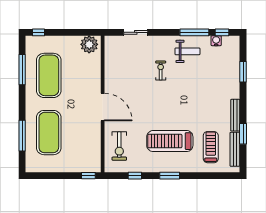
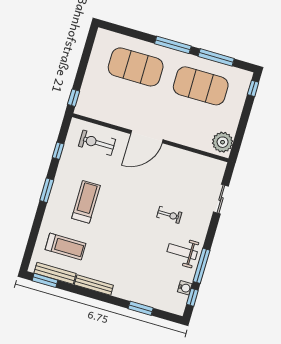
weight bench: (187, 51) -> (182, 252), turned 90
window: (243, 134) -> (45, 280), moved
window: (22, 136) -> (173, 45), moved
treadmill: (170, 141) -> (86, 202), width x0.73, depth x0.73

